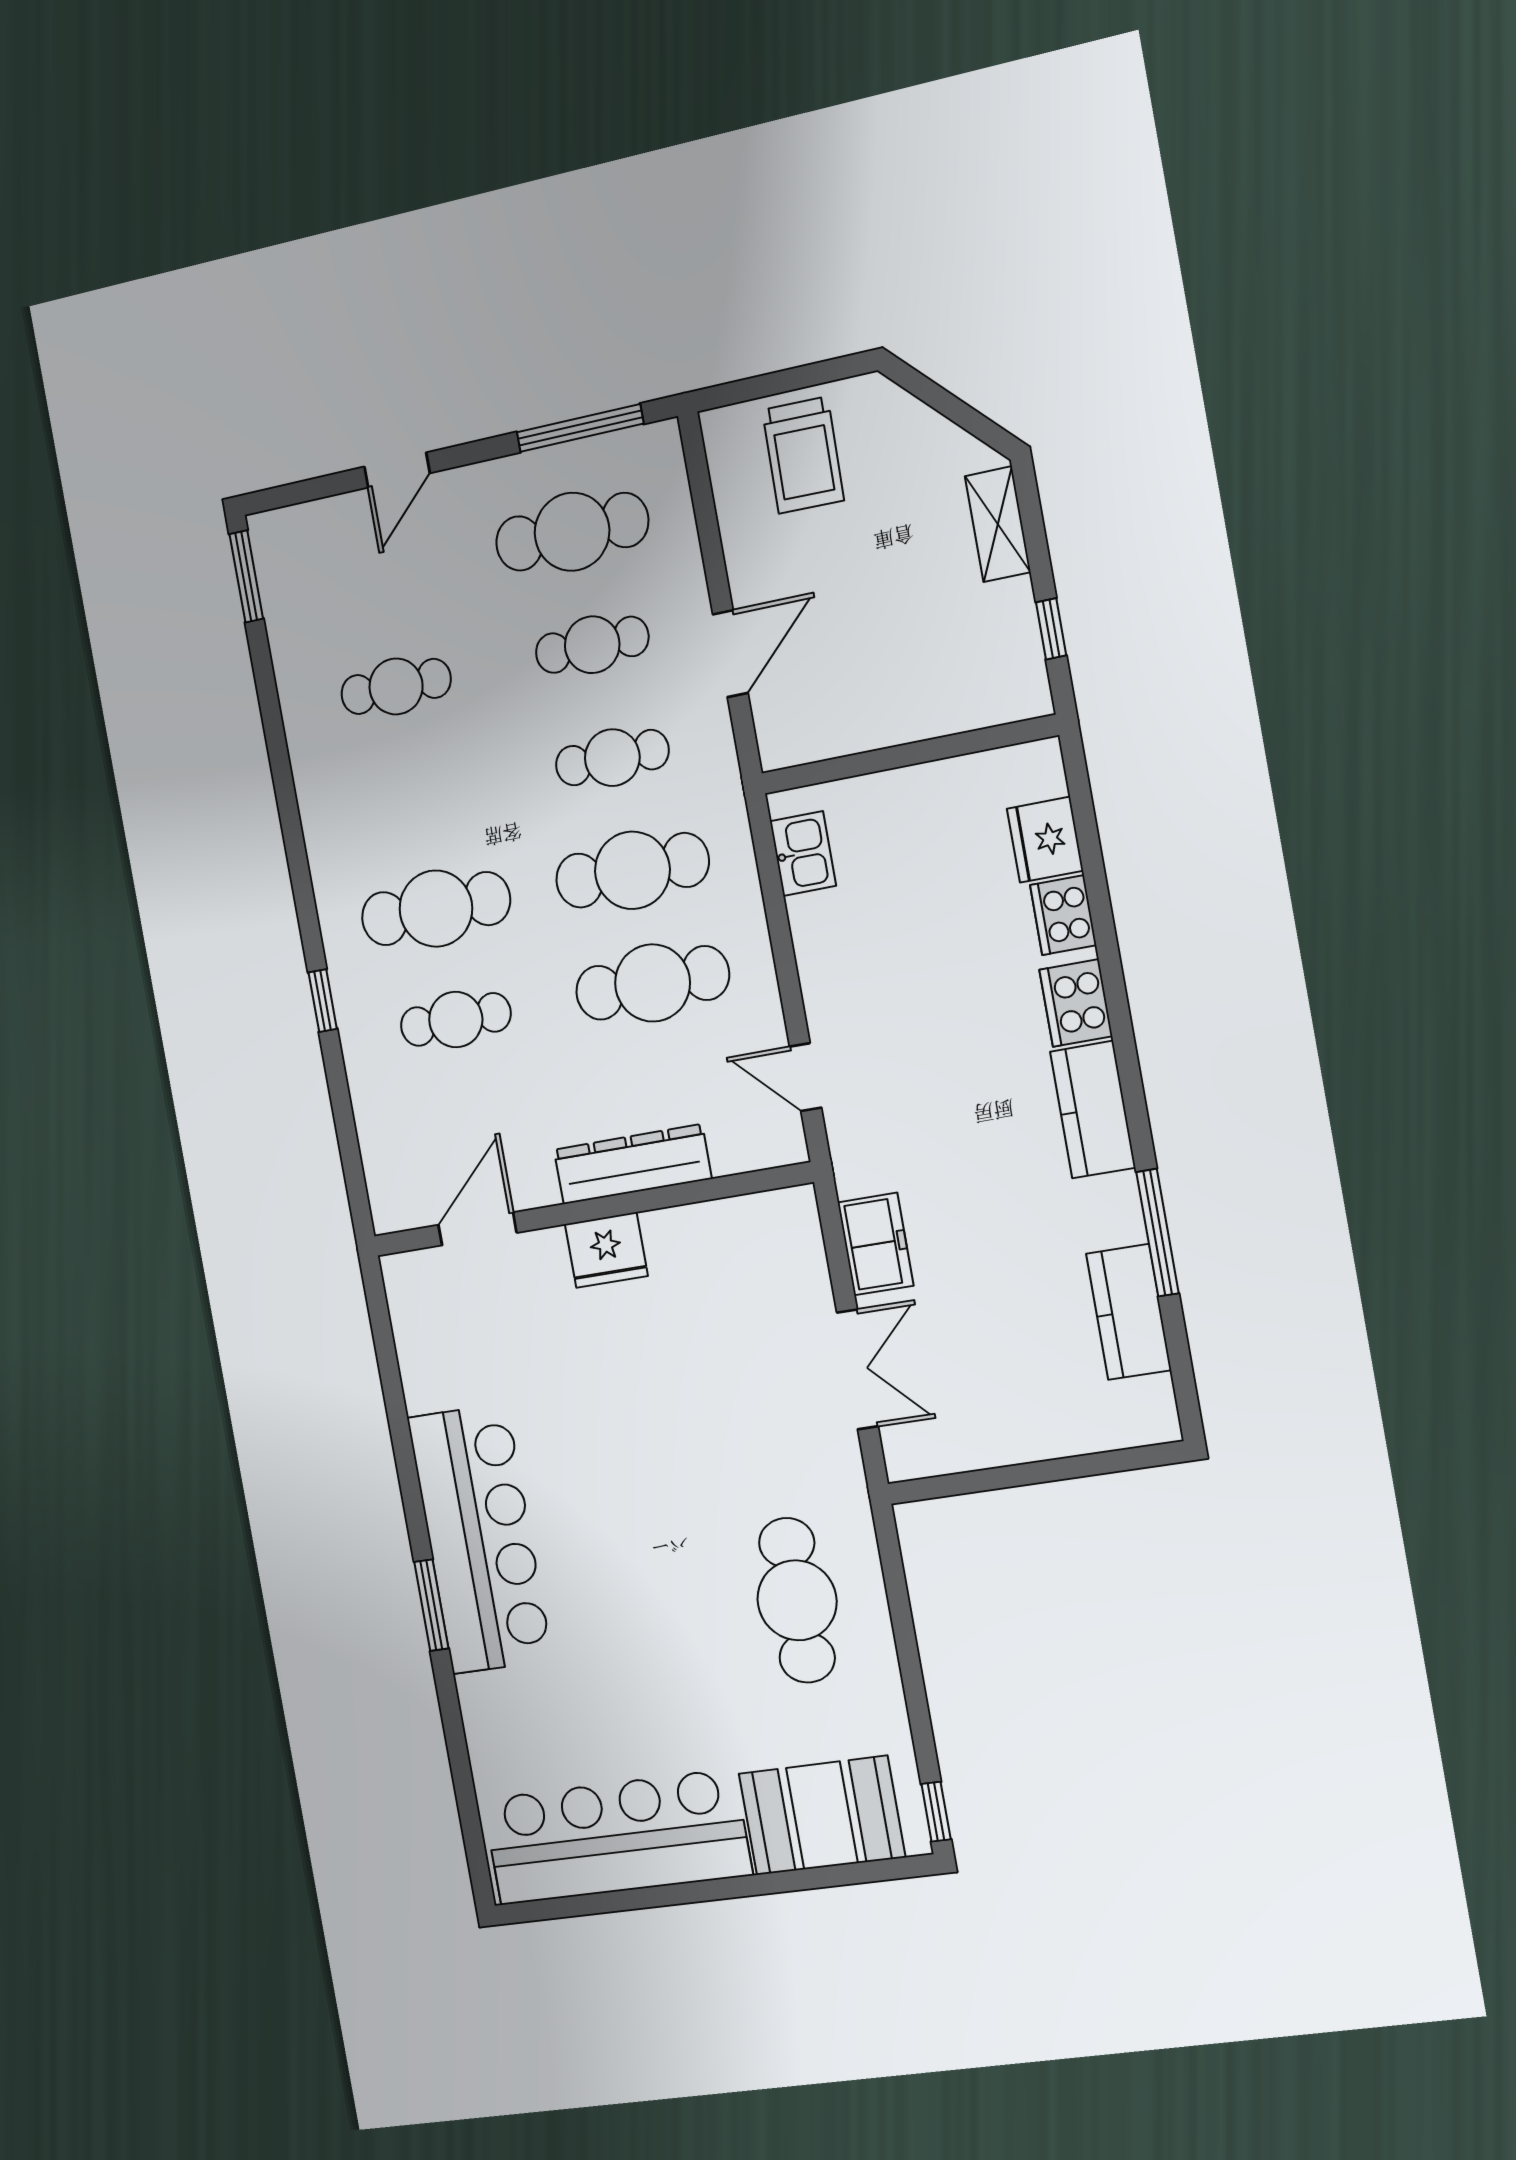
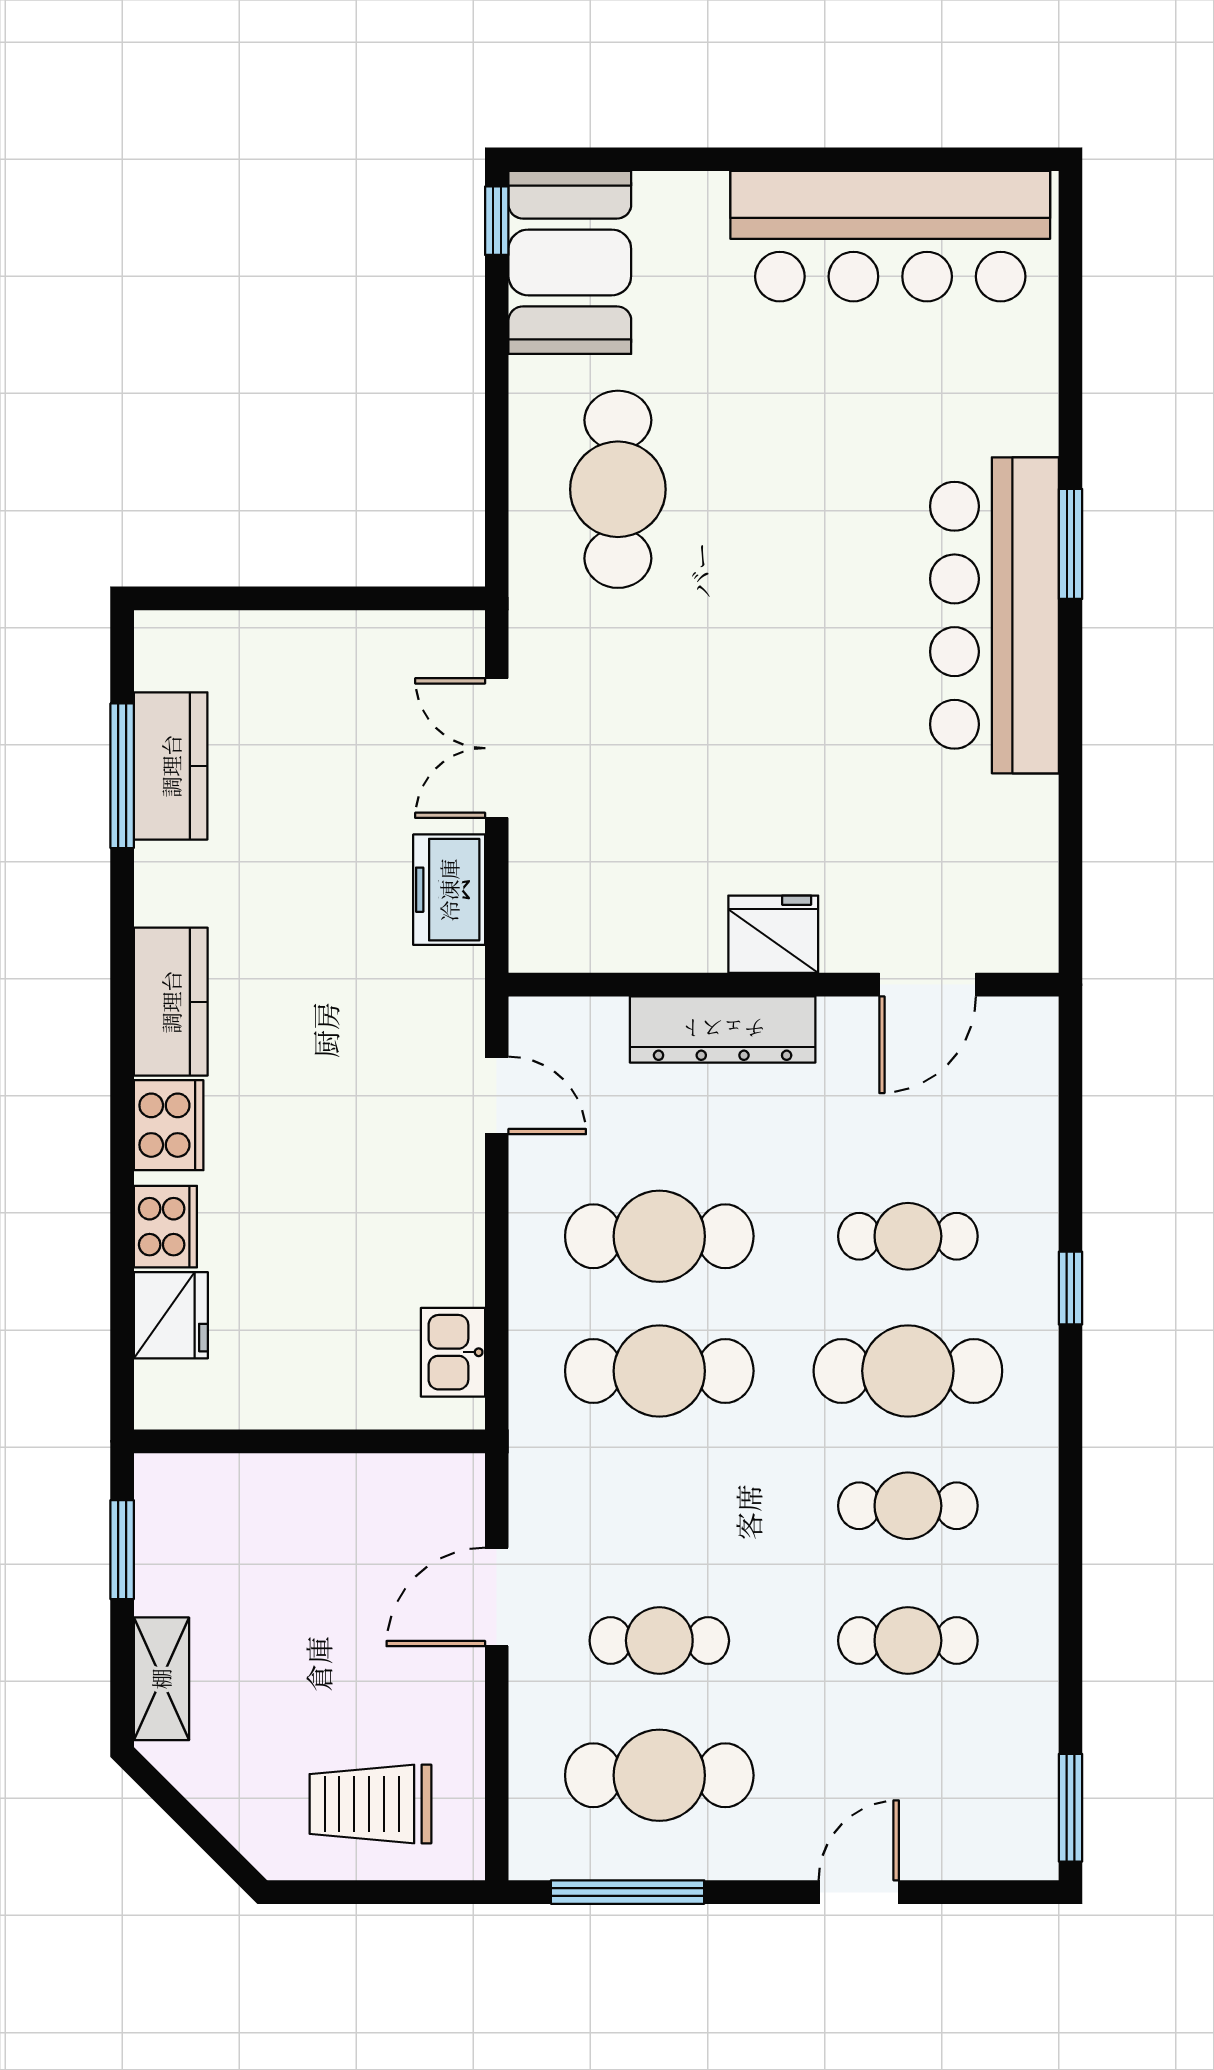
trolley: (803, 455) -> (370, 1804), turned -91
window: (1051, 629) -> (122, 1550), width x1.50
cafe table: (612, 758) -> (908, 1506), moved
window: (1157, 1233) -> (122, 776), moved
booth: (822, 1815) -> (570, 262), moved, turned 90

